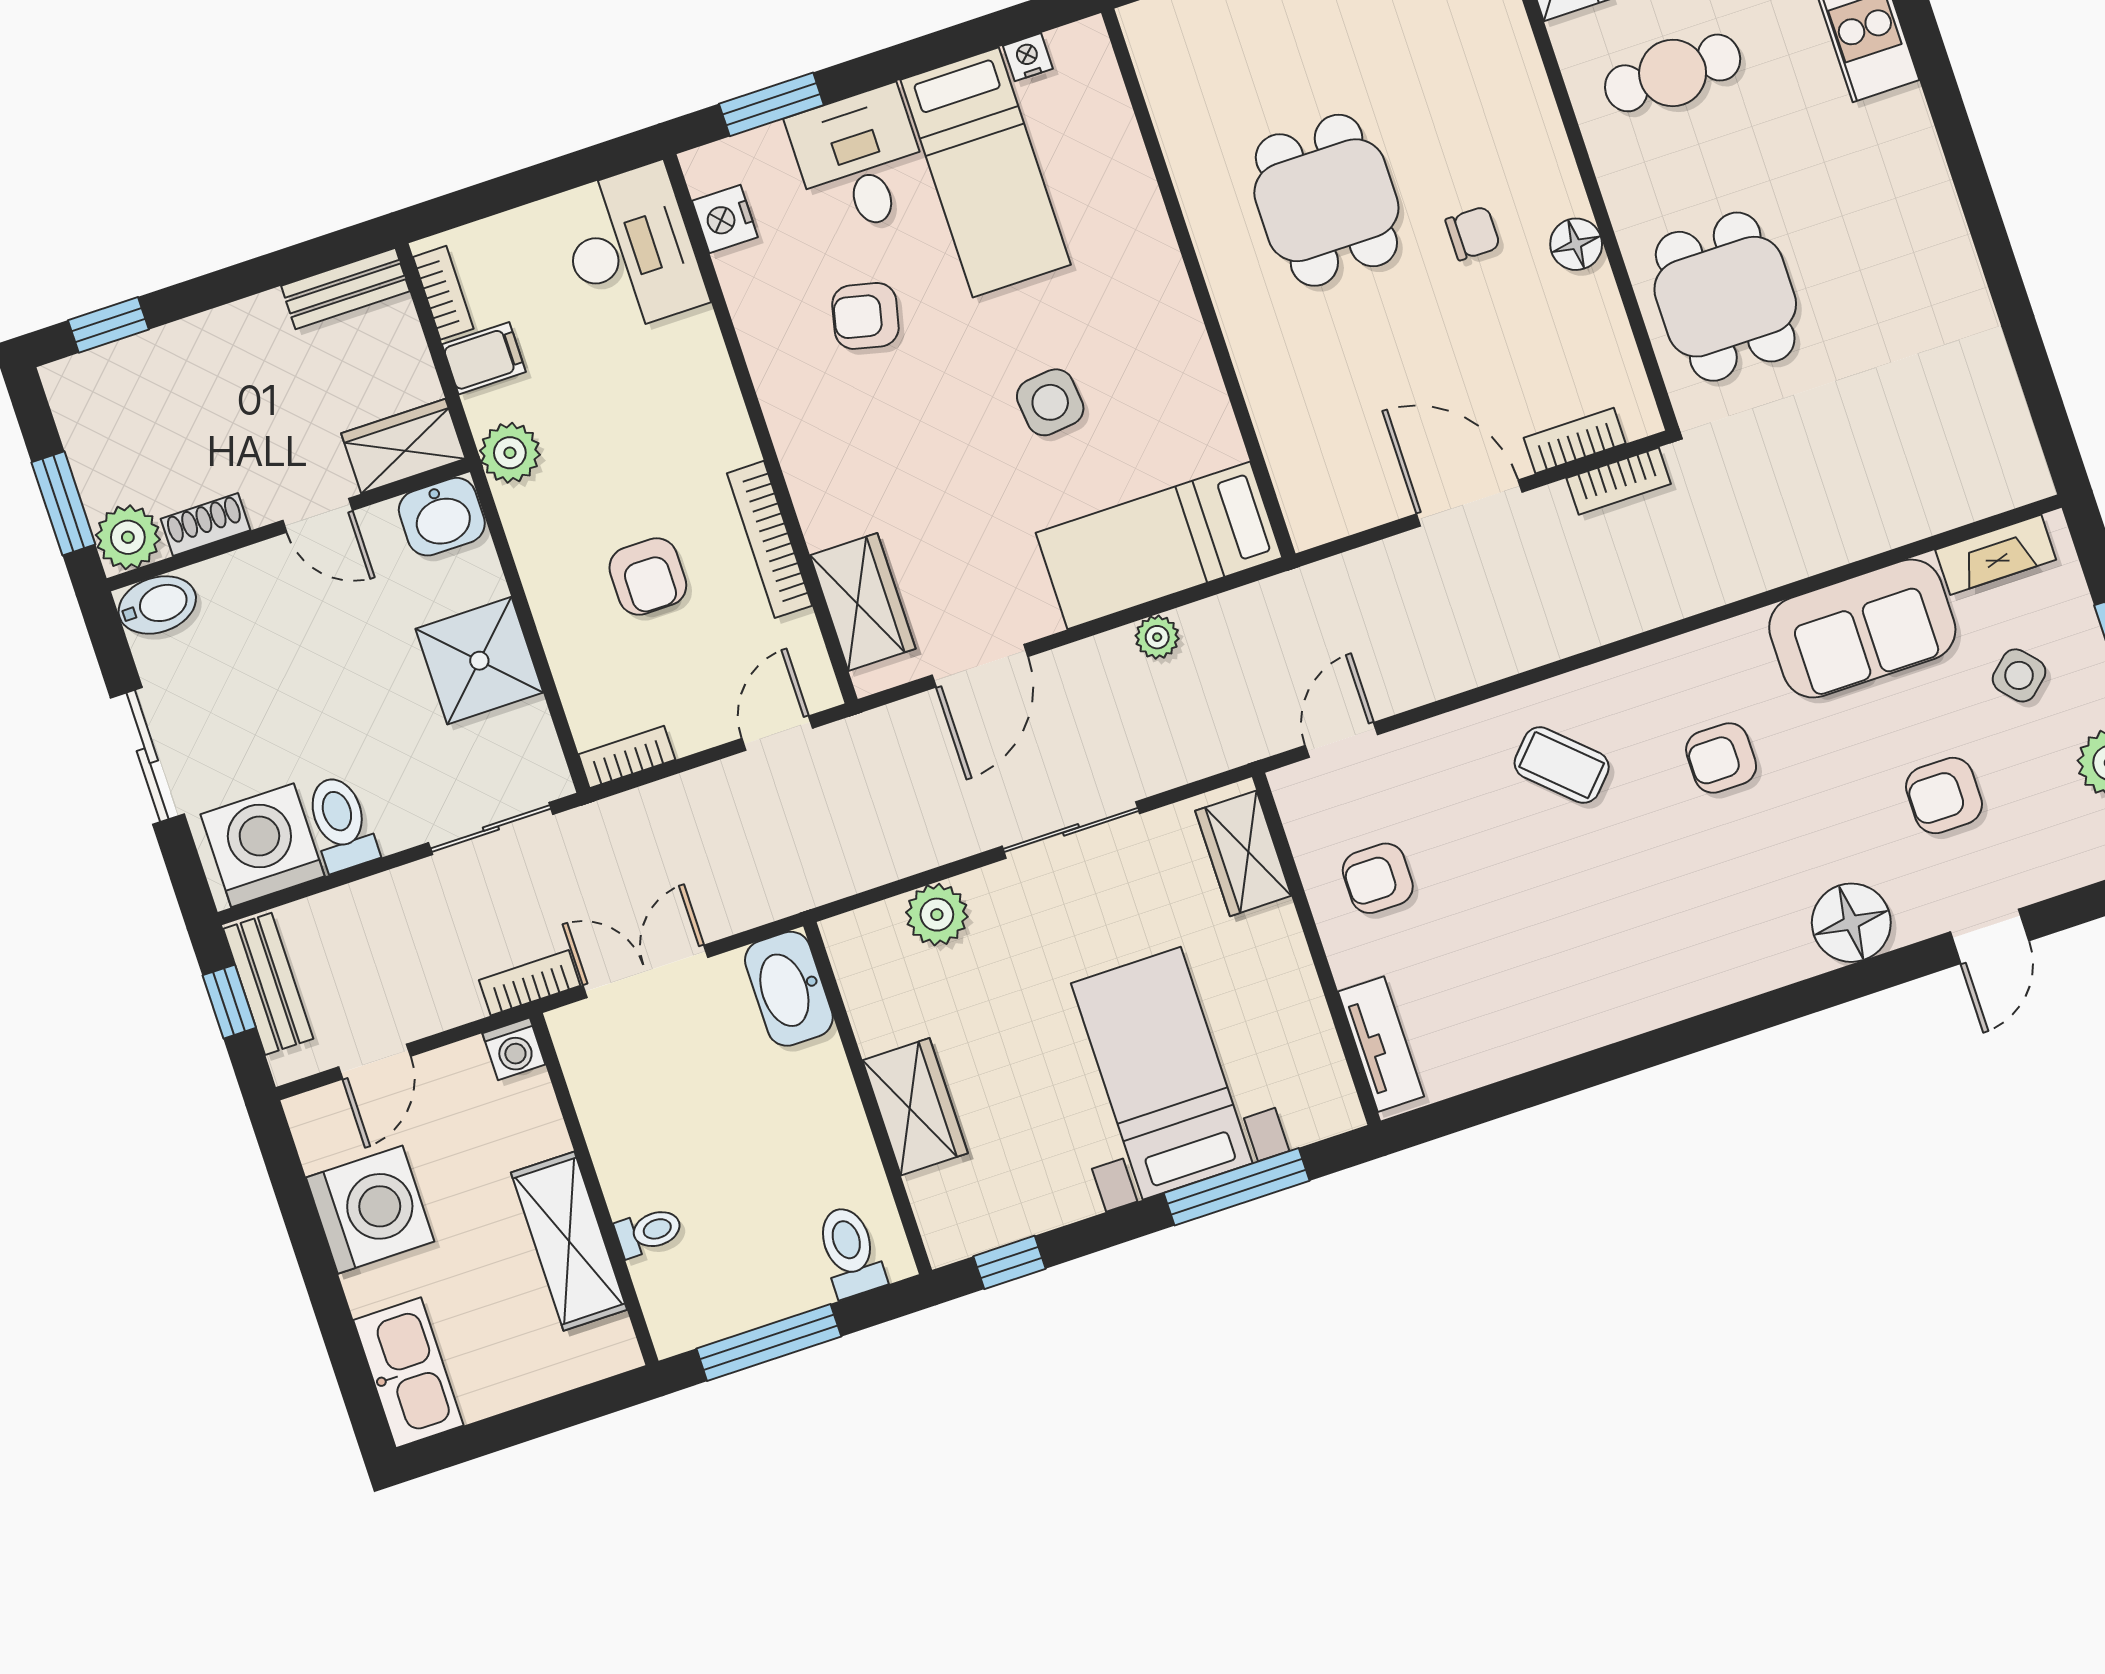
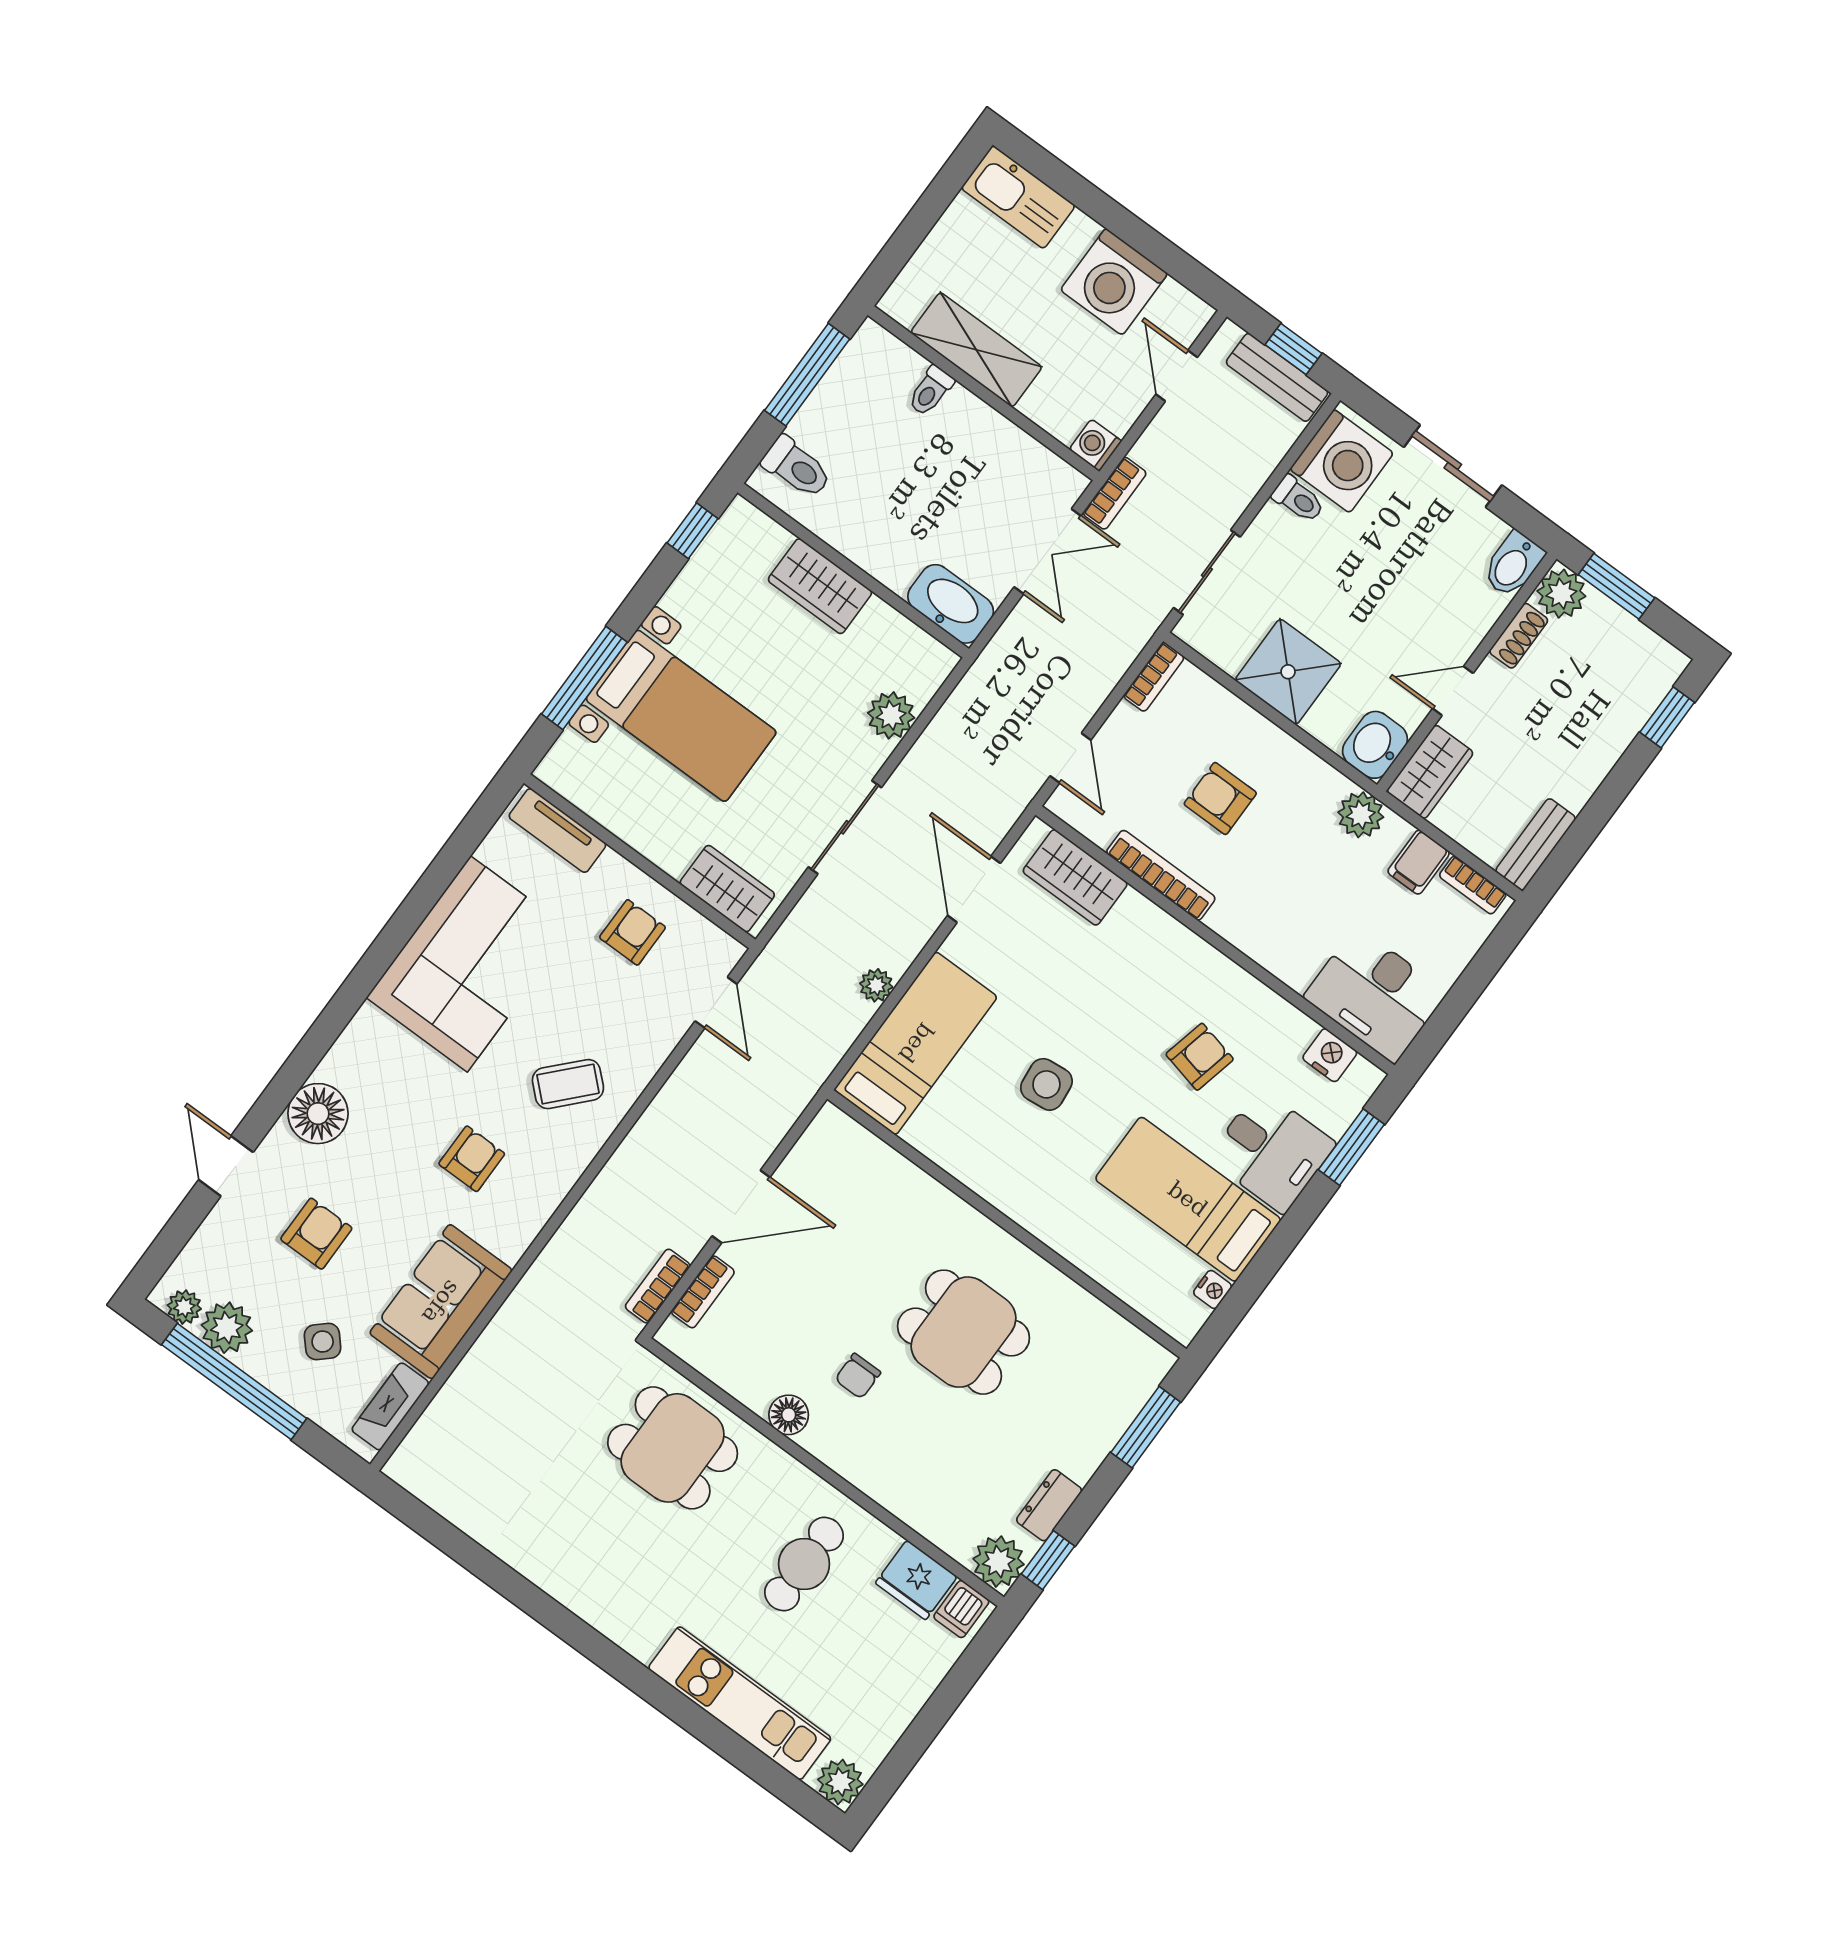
toilet: (341, 823) -> (1298, 499), width x0.73, depth x0.72
corner sofa: (1577, 969) -> (469, 964), added

